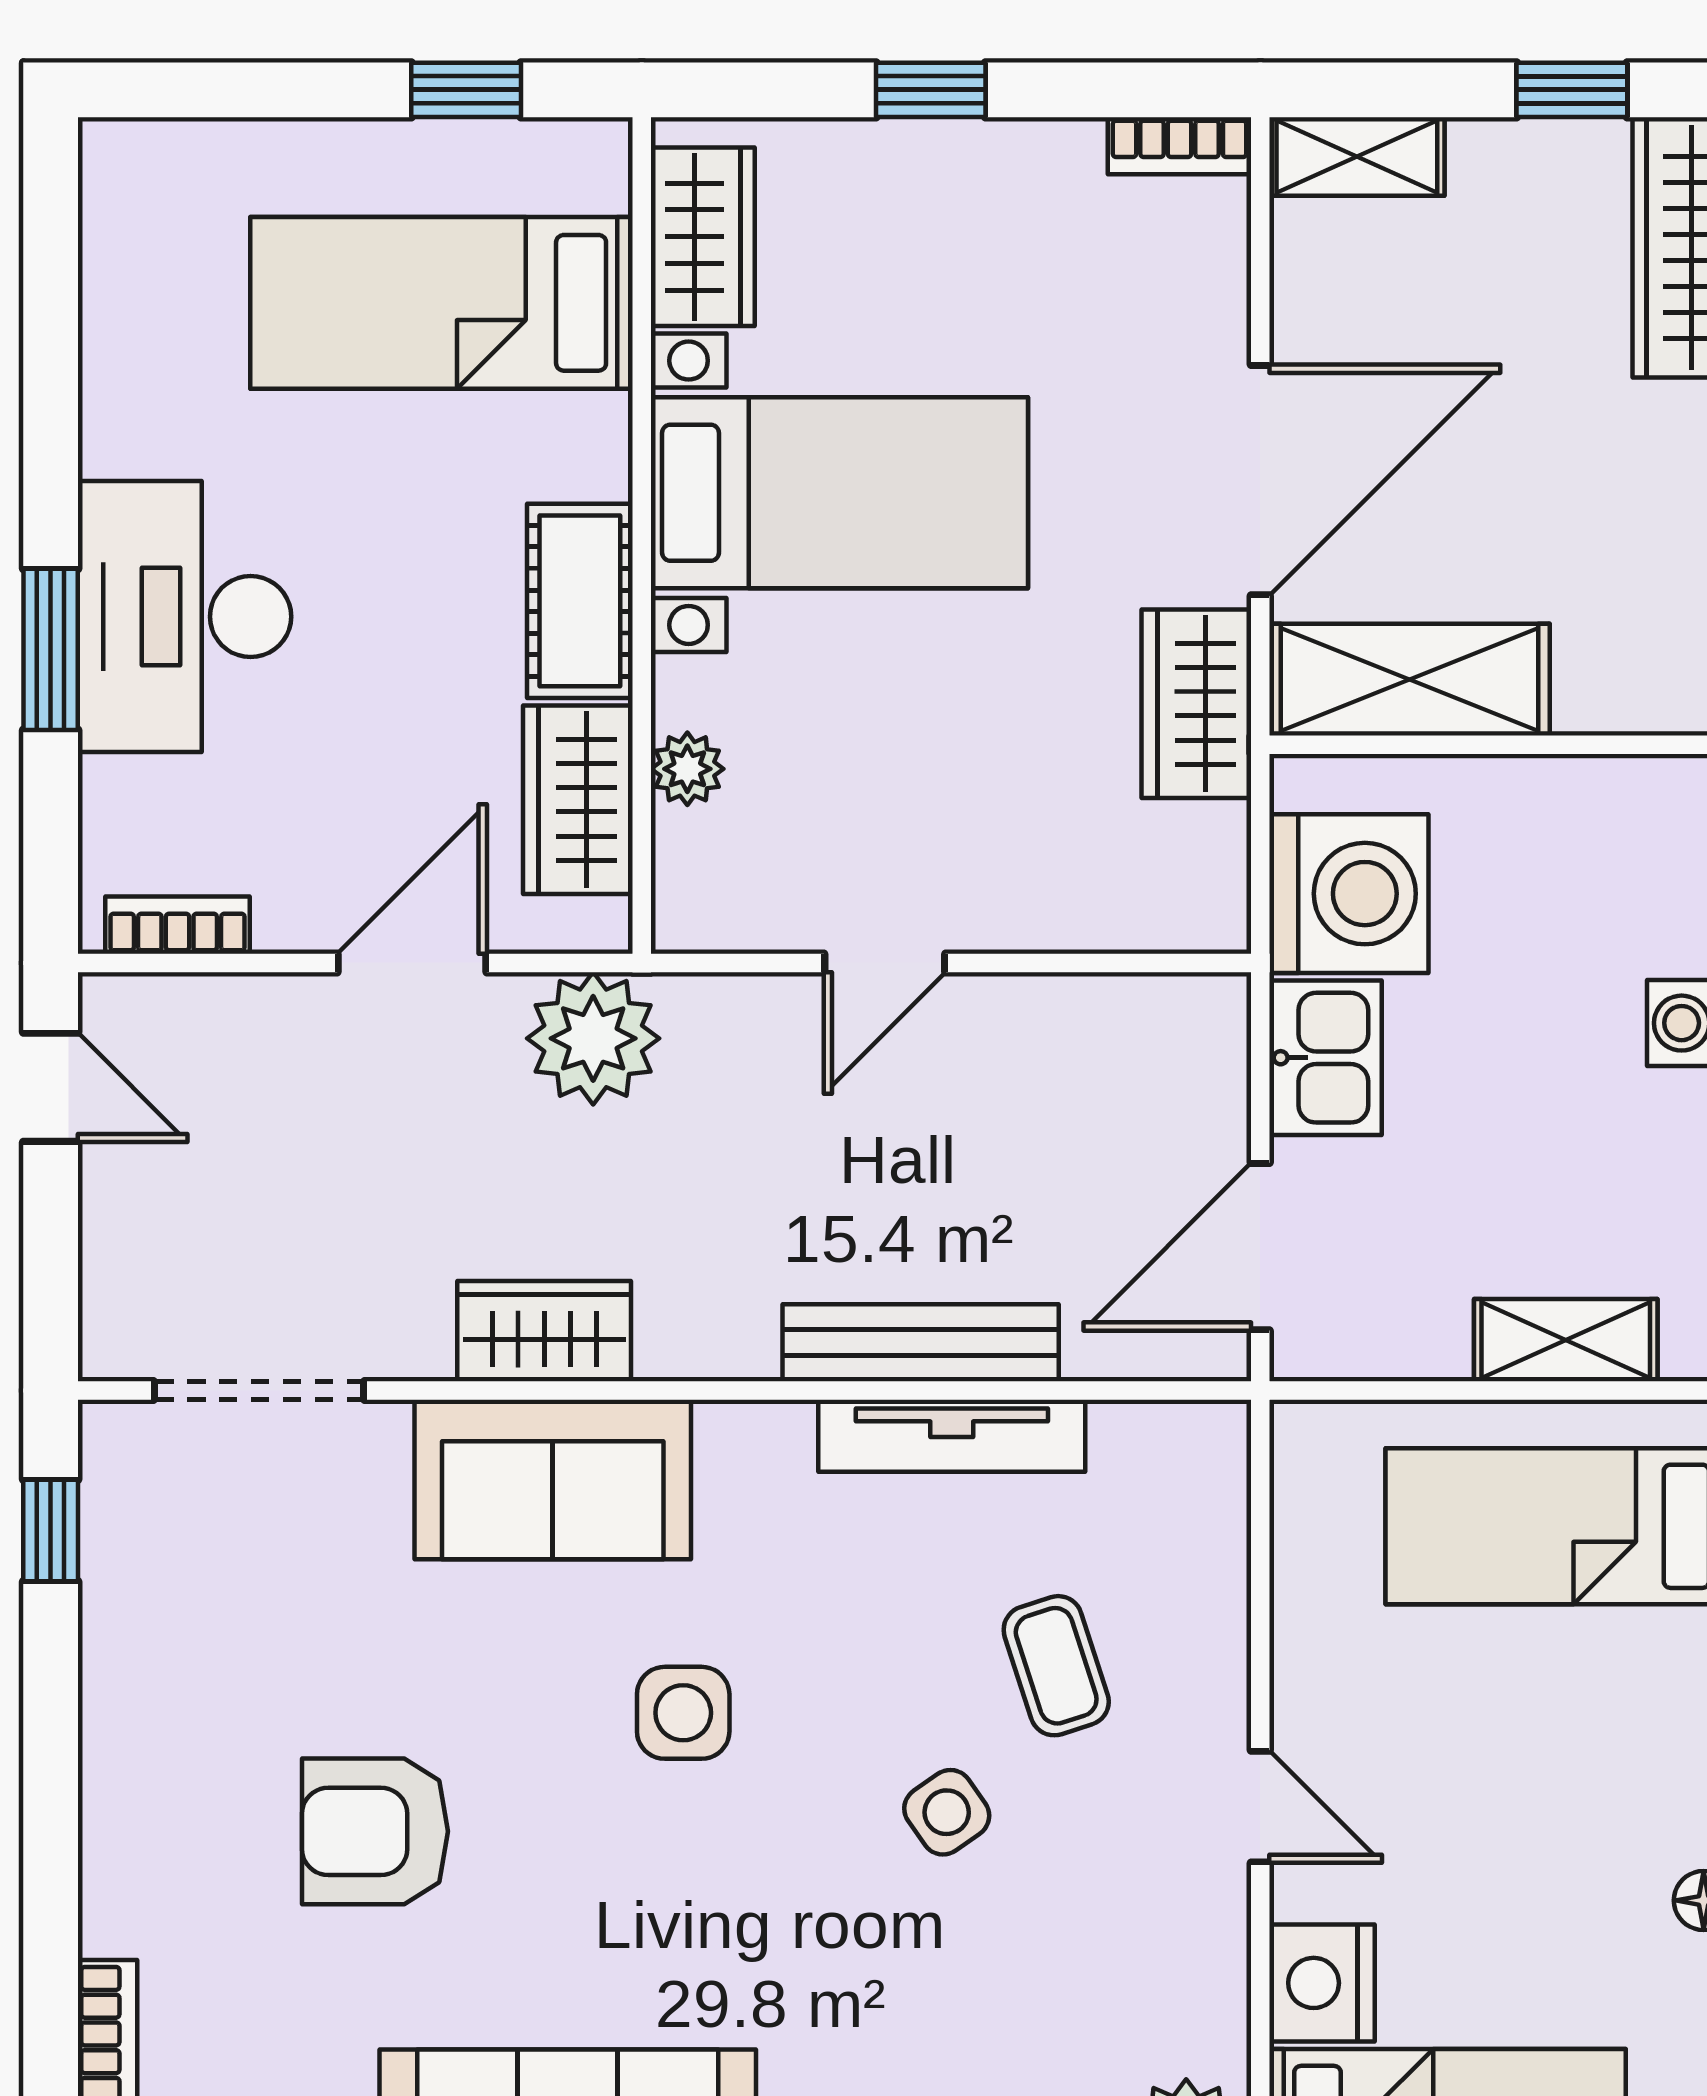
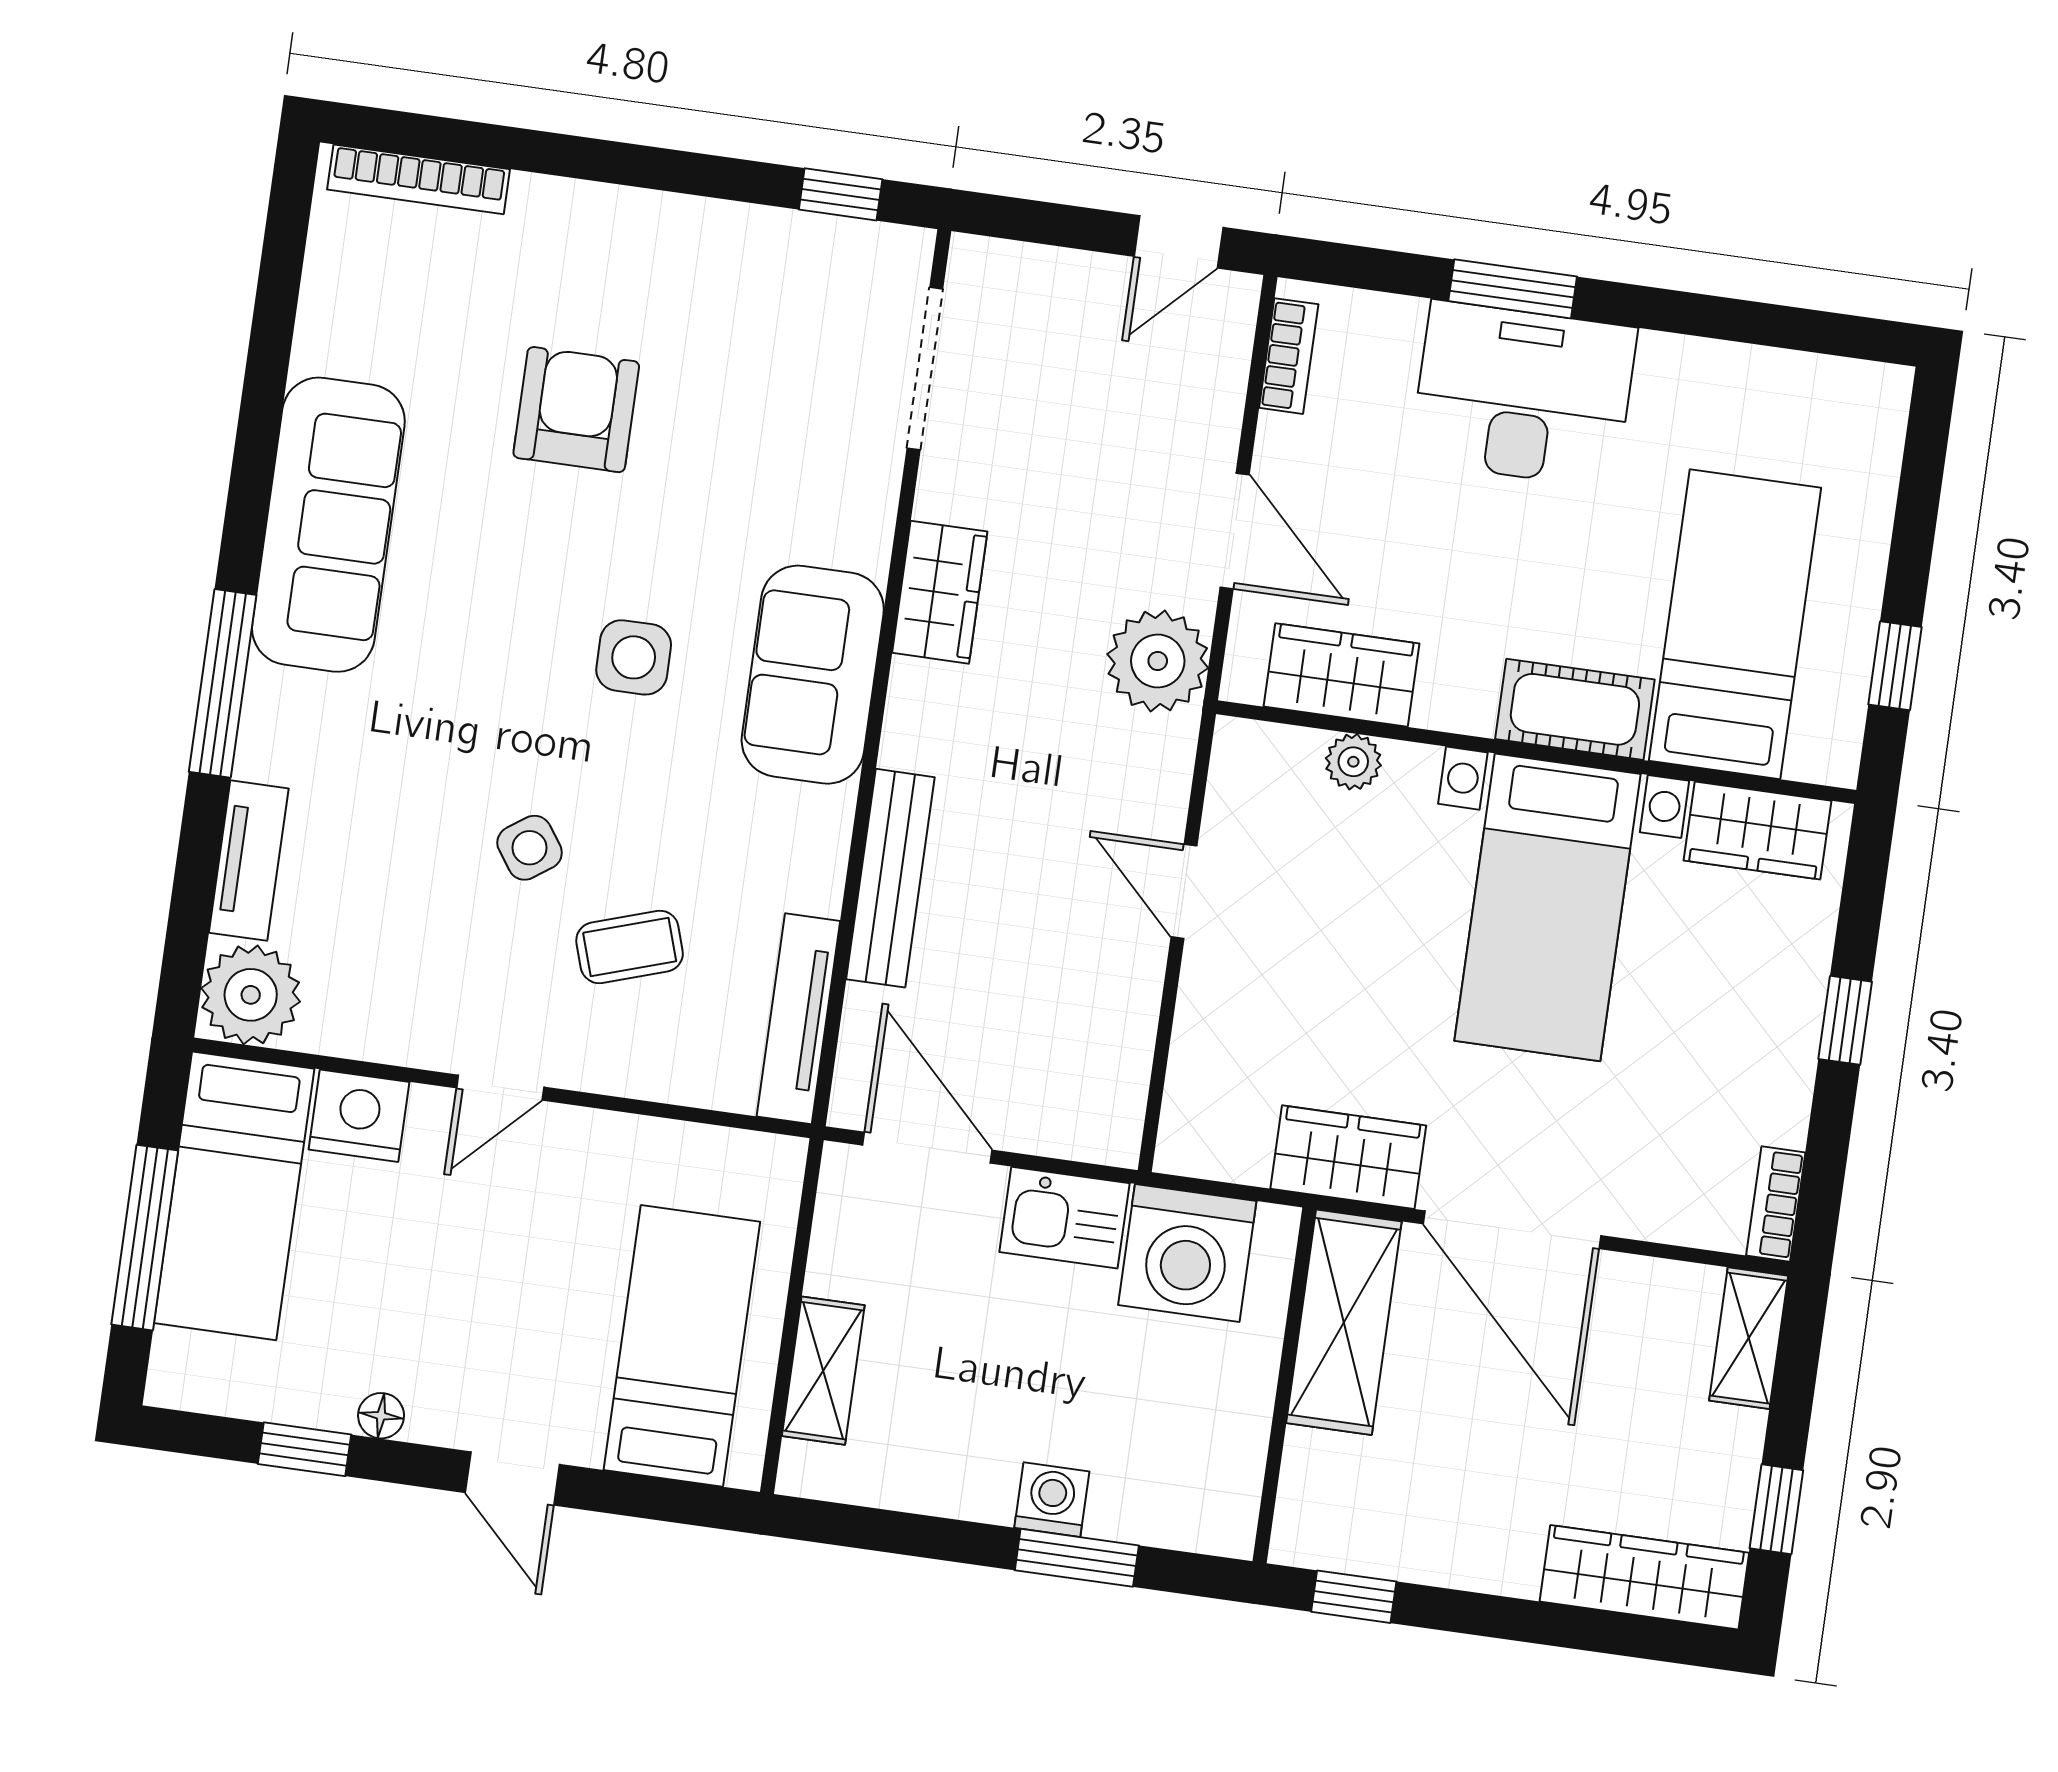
cot: (580, 601) -> (1575, 709), moved
tv unit: (952, 1436) -> (798, 1019), moved
sofa: (553, 1479) -> (813, 675), moved

